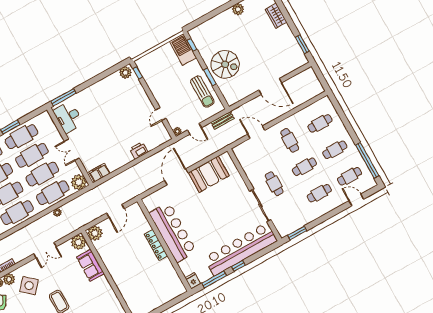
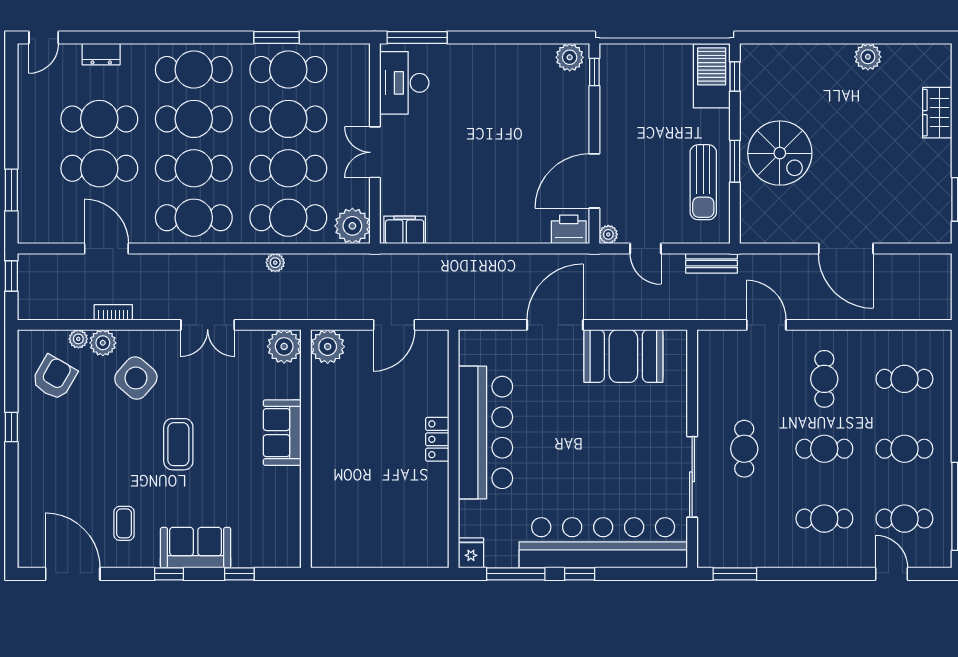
door: (161, 114) -> (594, 181), width x1.87
printer: (139, 151) -> (569, 229), moved
locker: (156, 245) -> (437, 439), width x0.66
sofa: (90, 265) -> (282, 433), moved

